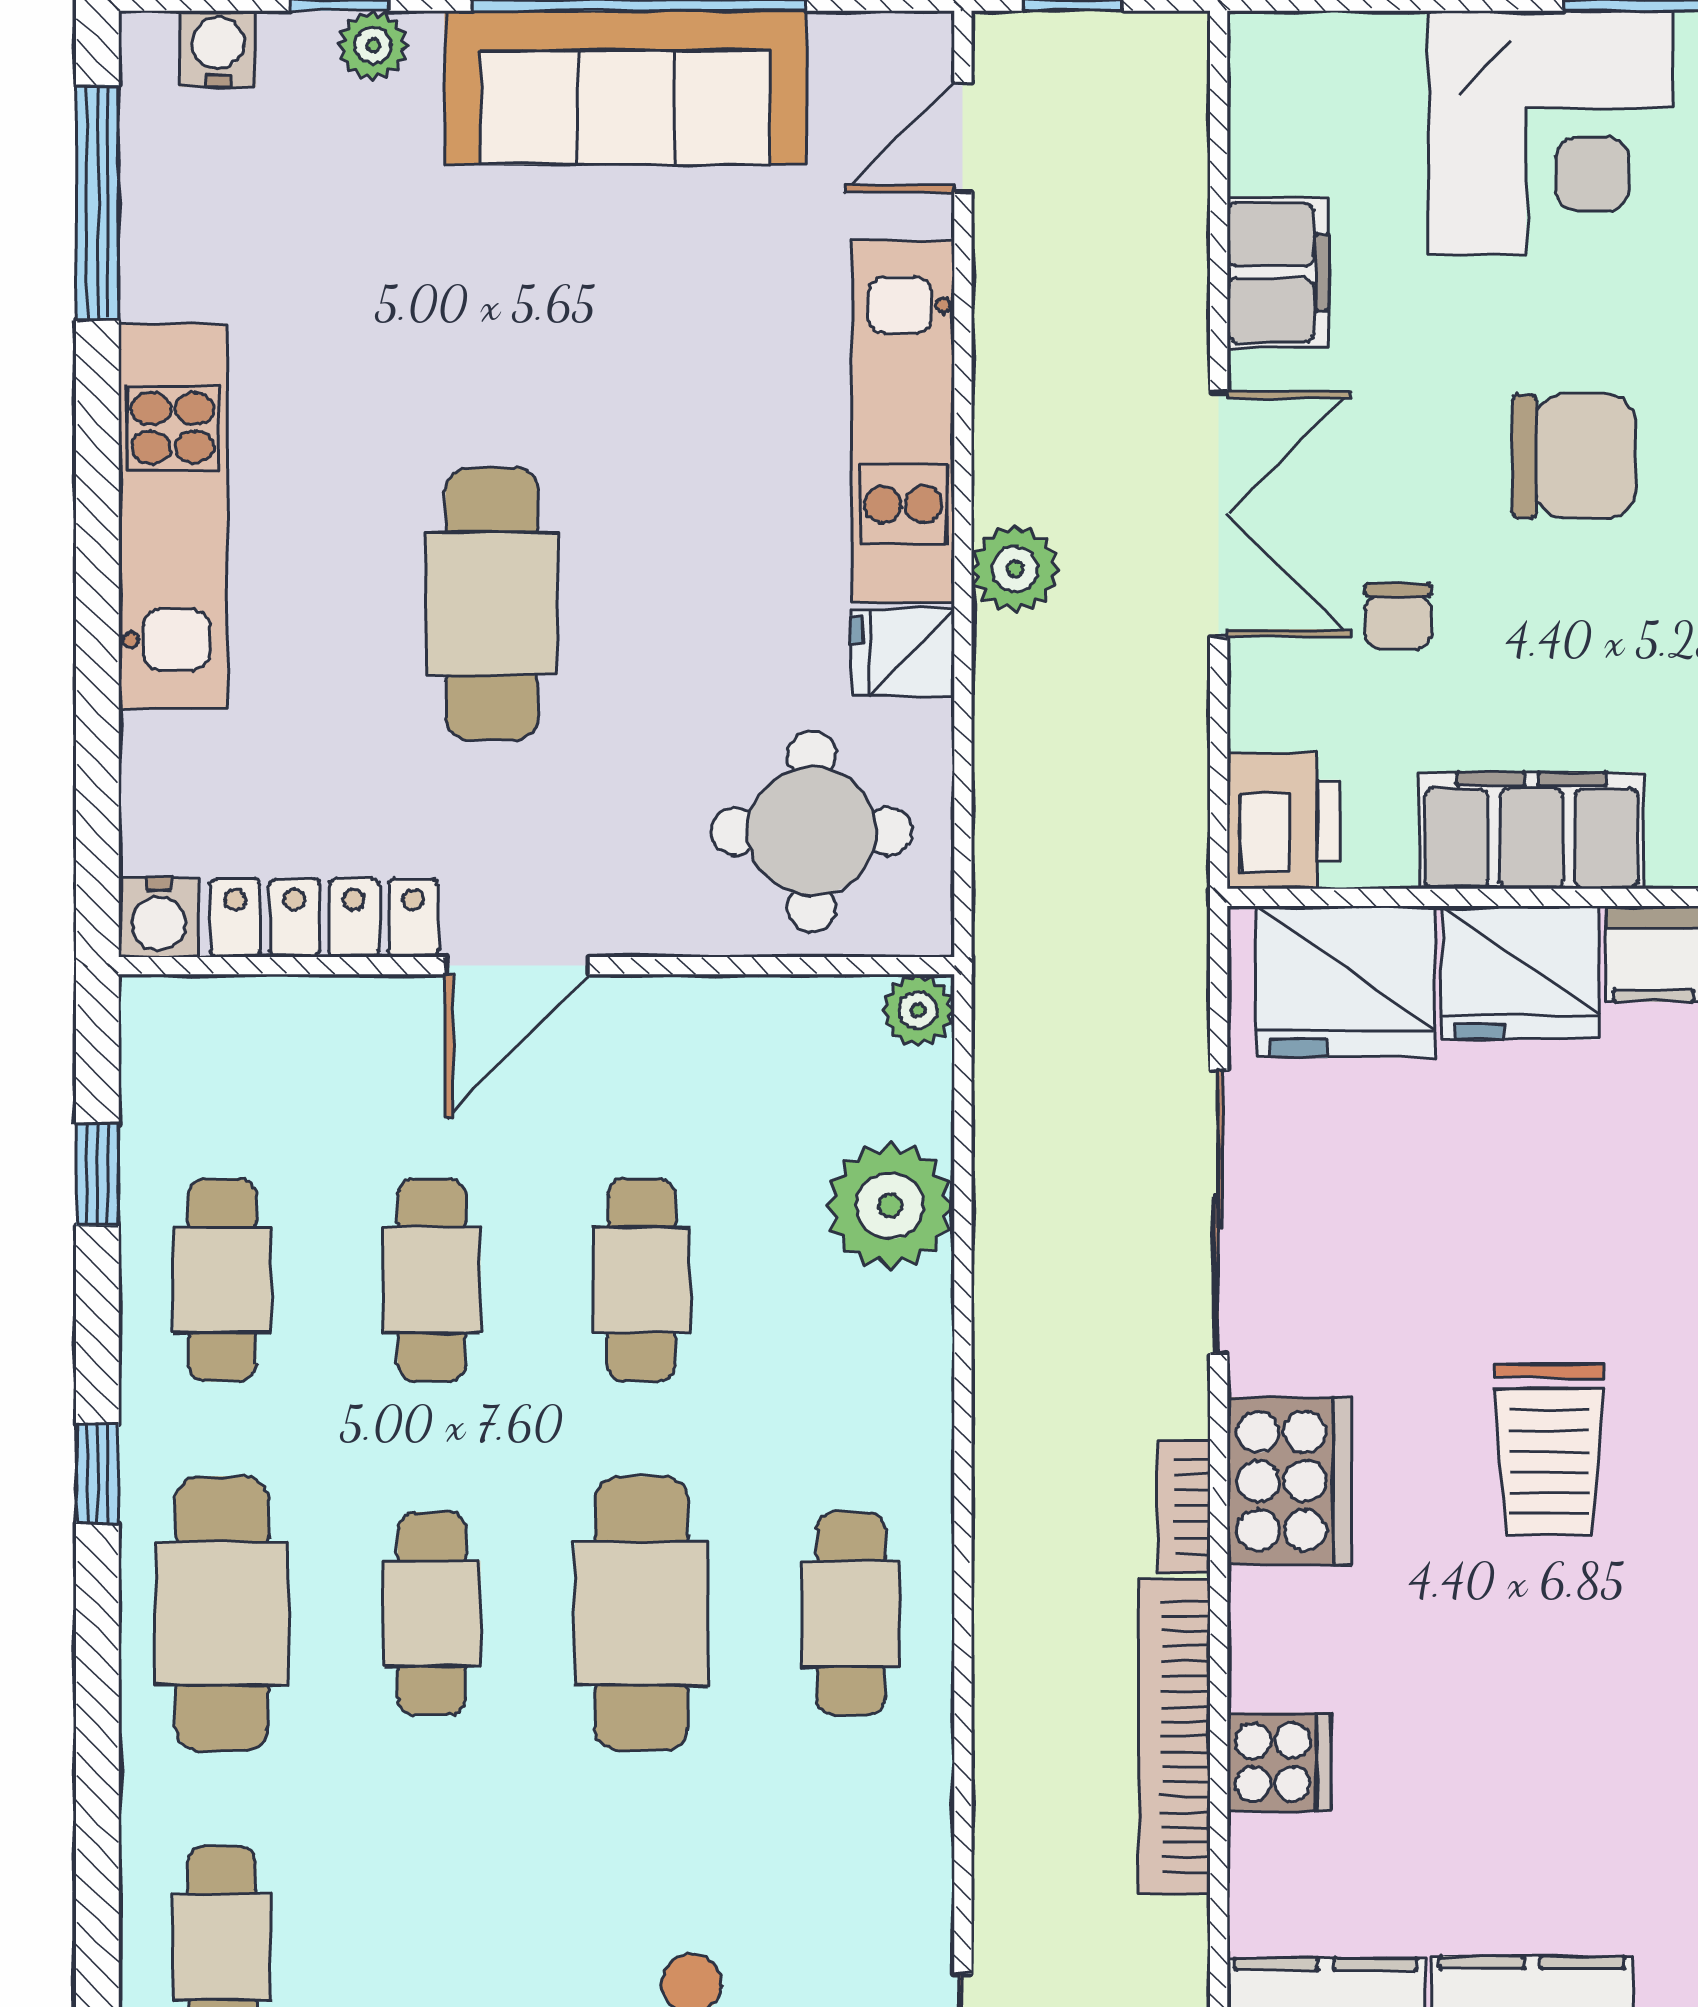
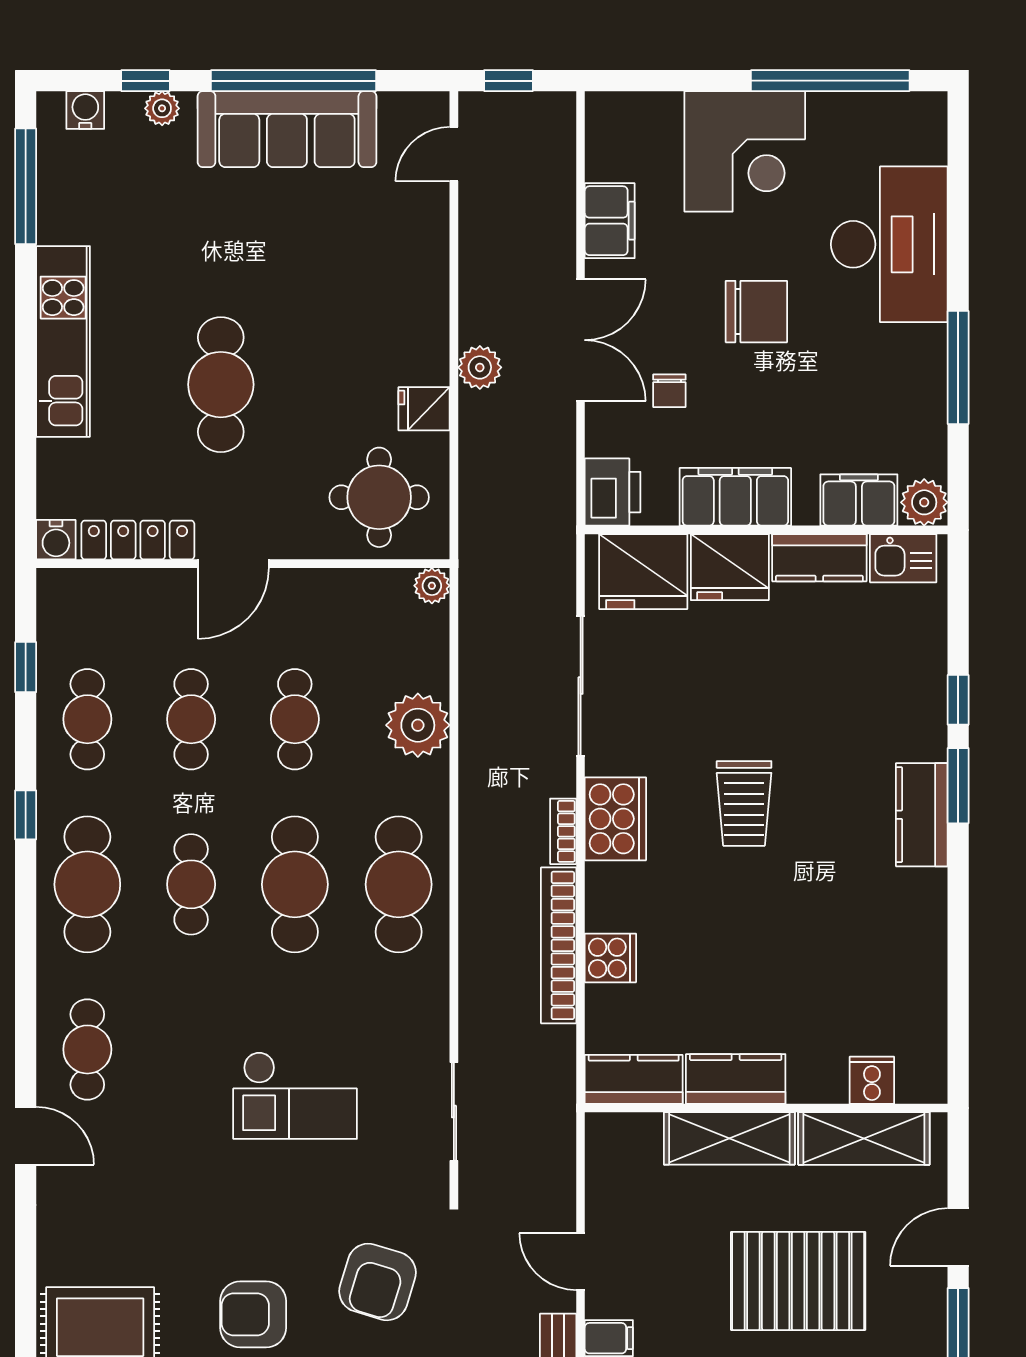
kitchen unit: (903, 421) -> (424, 294), removed
plant: (890, 1206) -> (418, 725), moved
cafe table: (851, 1614) -> (399, 884), width x1.37, depth x1.35

